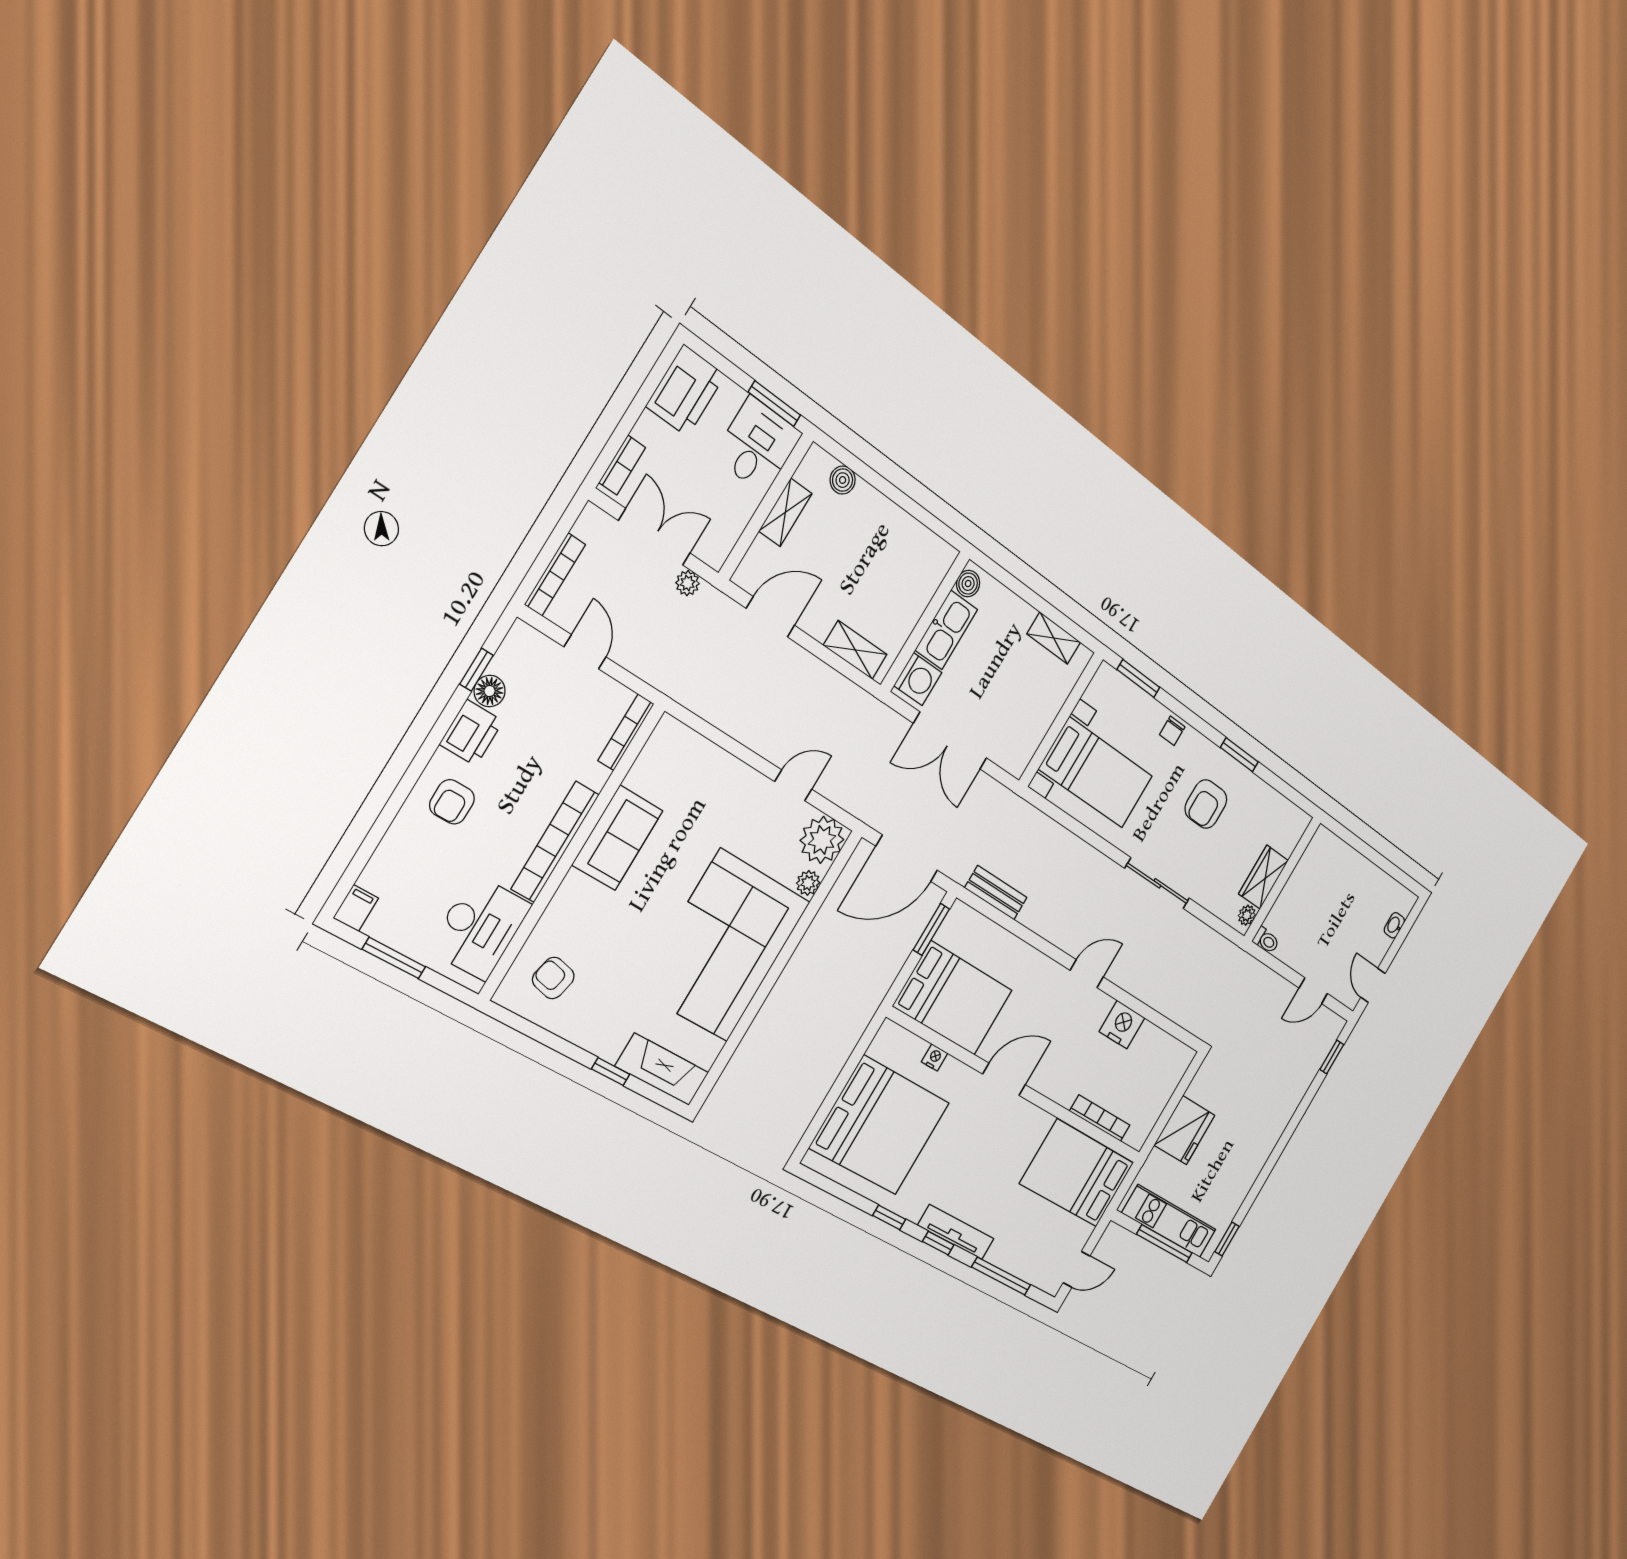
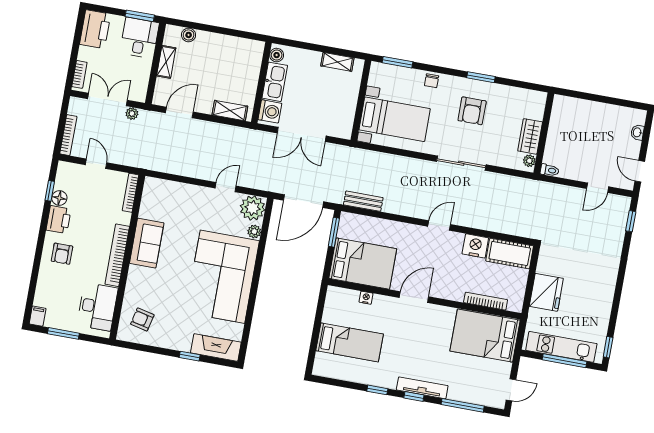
cot: (1162, 1053) -> (510, 253), added
bed: (880, 1125) -> (350, 342), width x0.49

